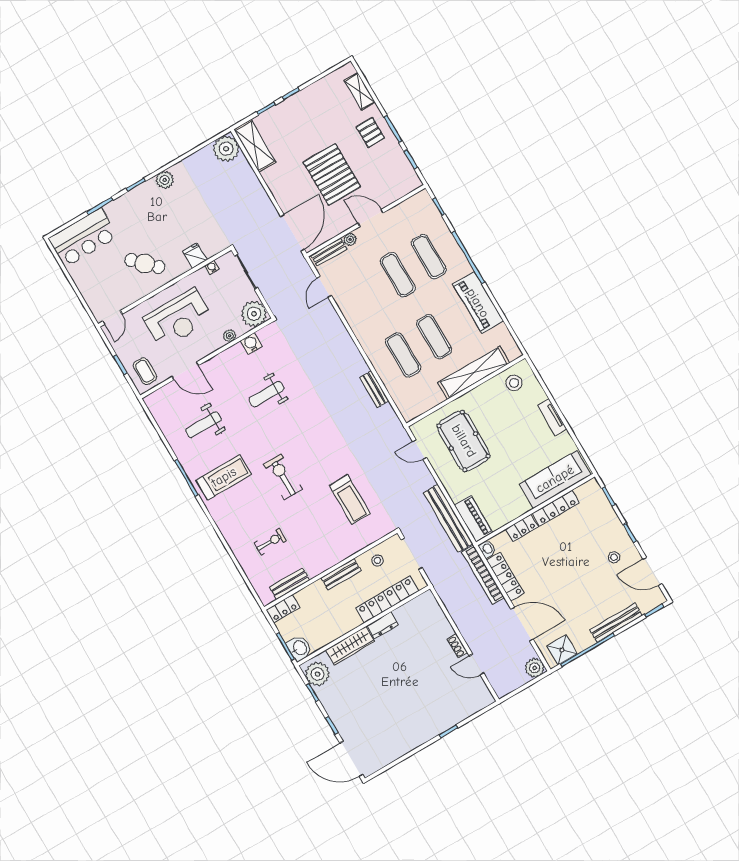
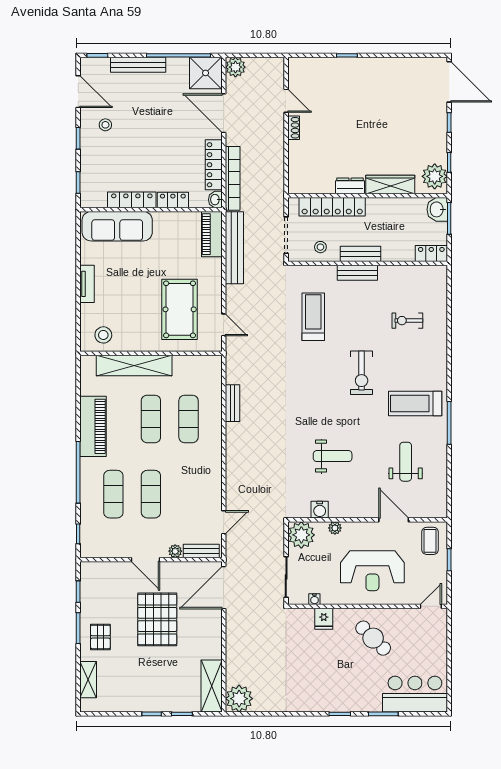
plant: (165, 180) -> (311, 703), removed
reception desk: (178, 319) -> (372, 571), turned 180
weight bench: (203, 425) -> (406, 462), turned -90
bench: (290, 584) -> (357, 273), moved
shower: (562, 650) -> (206, 73), width x1.36, depth x1.36

